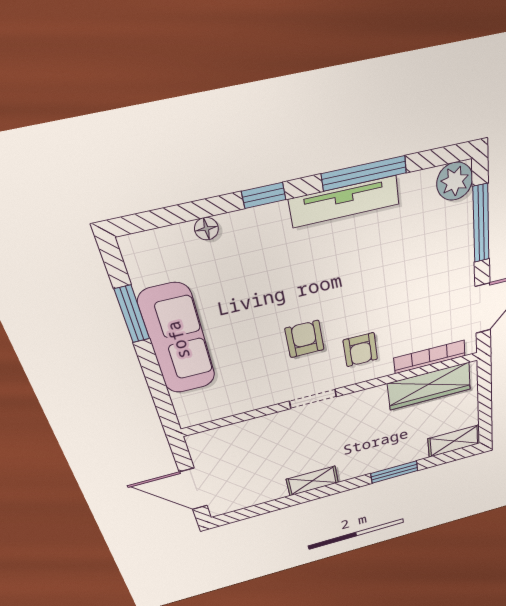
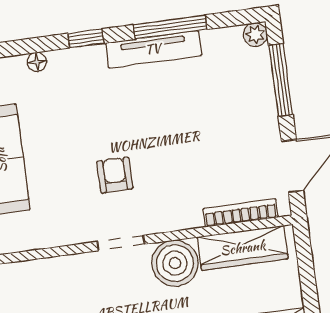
plant: (455, 181) -> (255, 35), width x0.73, depth x0.73
armchair: (360, 350) -> (169, 194), removed
boiler: (366, 408) -> (175, 263), added

